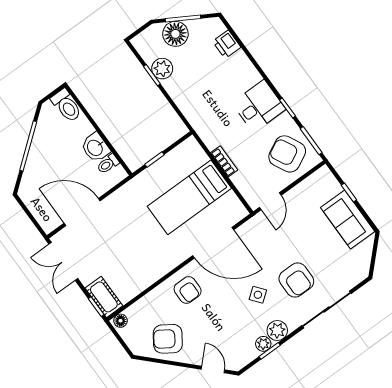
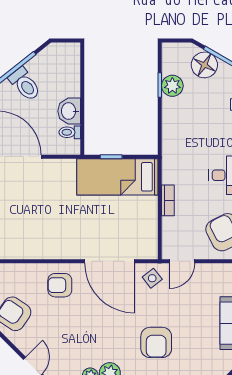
toilet: (66, 106) -> (25, 84), moved, turned -39
bed: (189, 197) -> (117, 177), moved
armchair: (188, 290) -> (60, 285), turned 90
side table: (258, 295) -> (152, 278), moved

